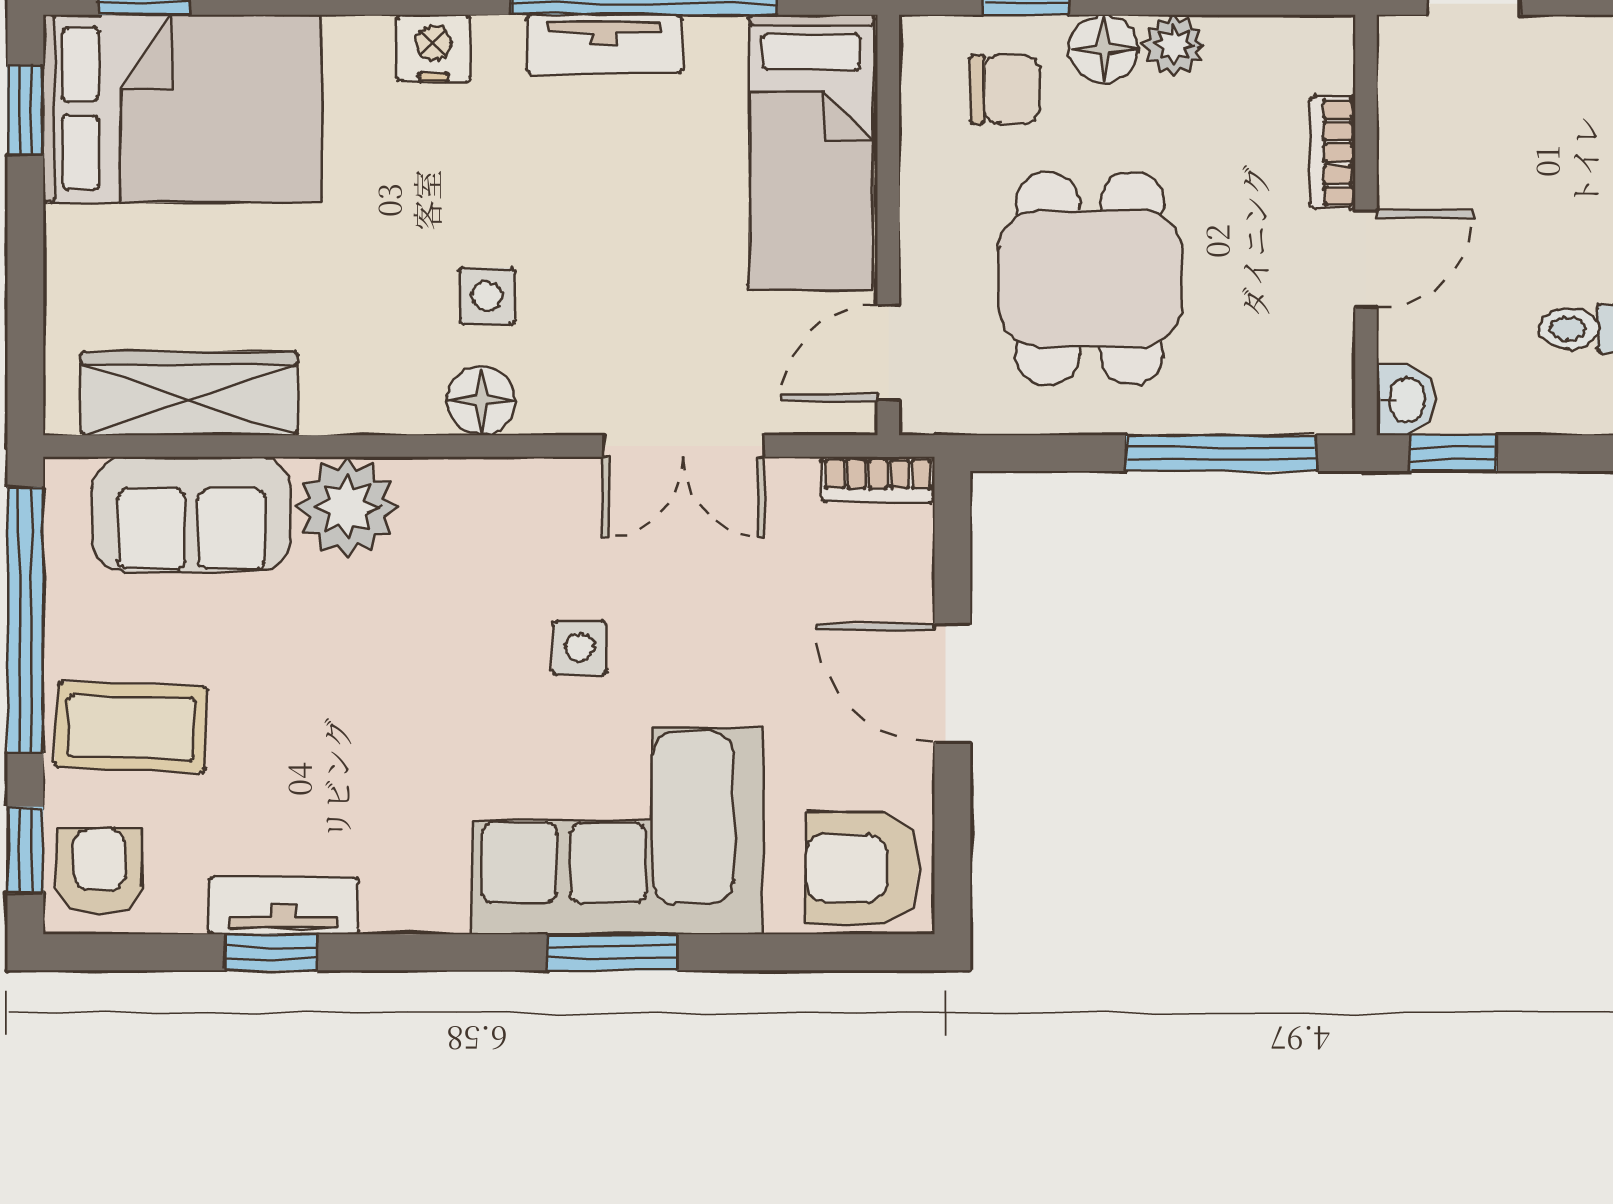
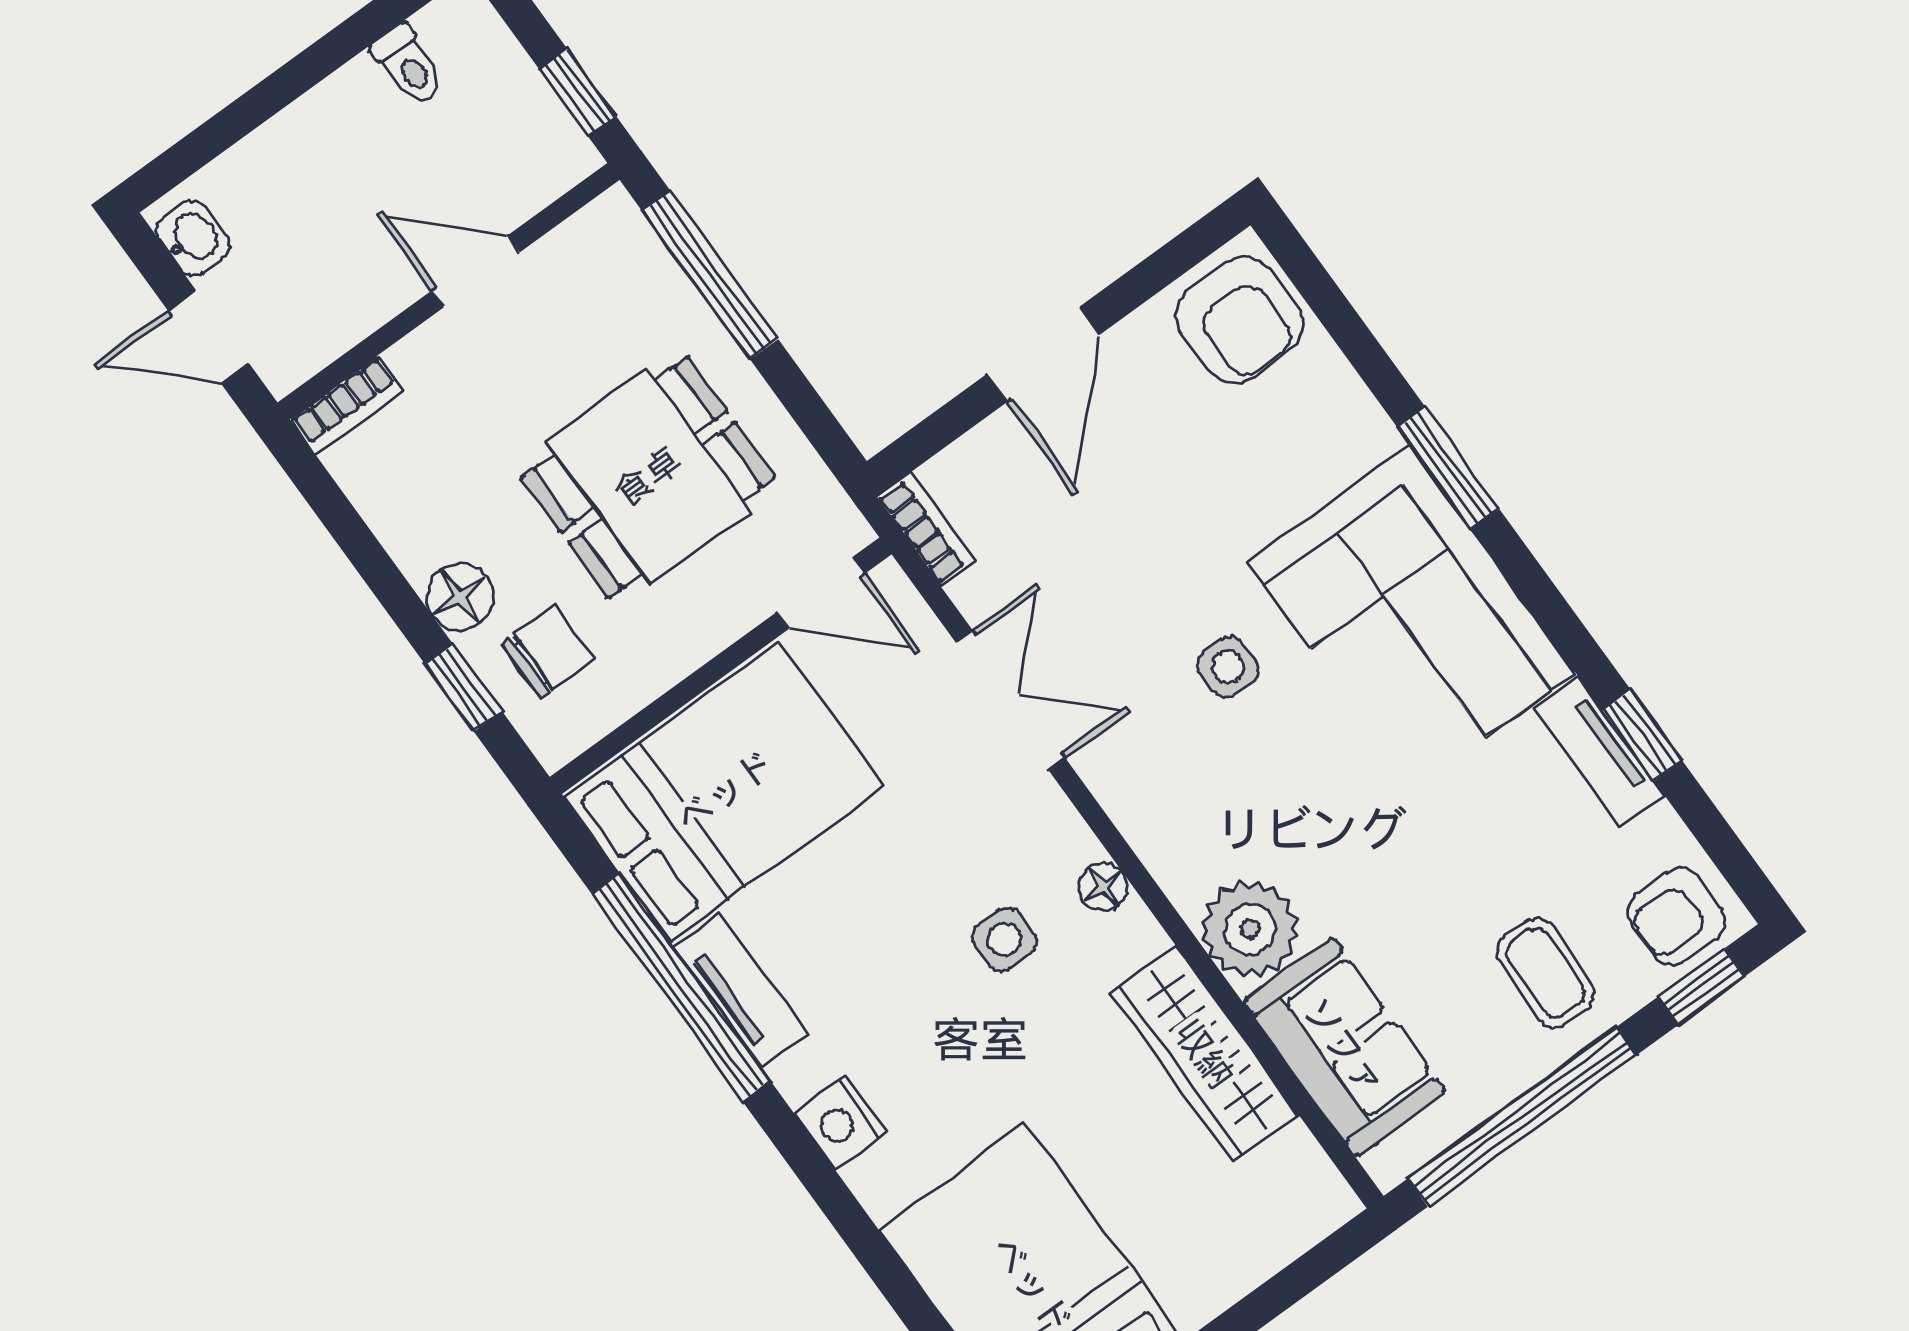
plant: (1174, 45) -> (417, 544), removed
chair: (1005, 89) -> (548, 651), turned 90
bed: (811, 152) -> (725, 792), width x1.50
bookcase: (1333, 153) -> (347, 405), moved
wardrobe: (189, 394) -> (1204, 1054), moved
washbasin: (1405, 400) -> (192, 238), moved, turned 90
floor lamp: (481, 401) -> (1103, 886), width x0.73, depth x0.73
coffee table: (131, 727) -> (1546, 973), width x0.73, depth x0.77
corner sofa: (617, 831) -> (1411, 617), moved

